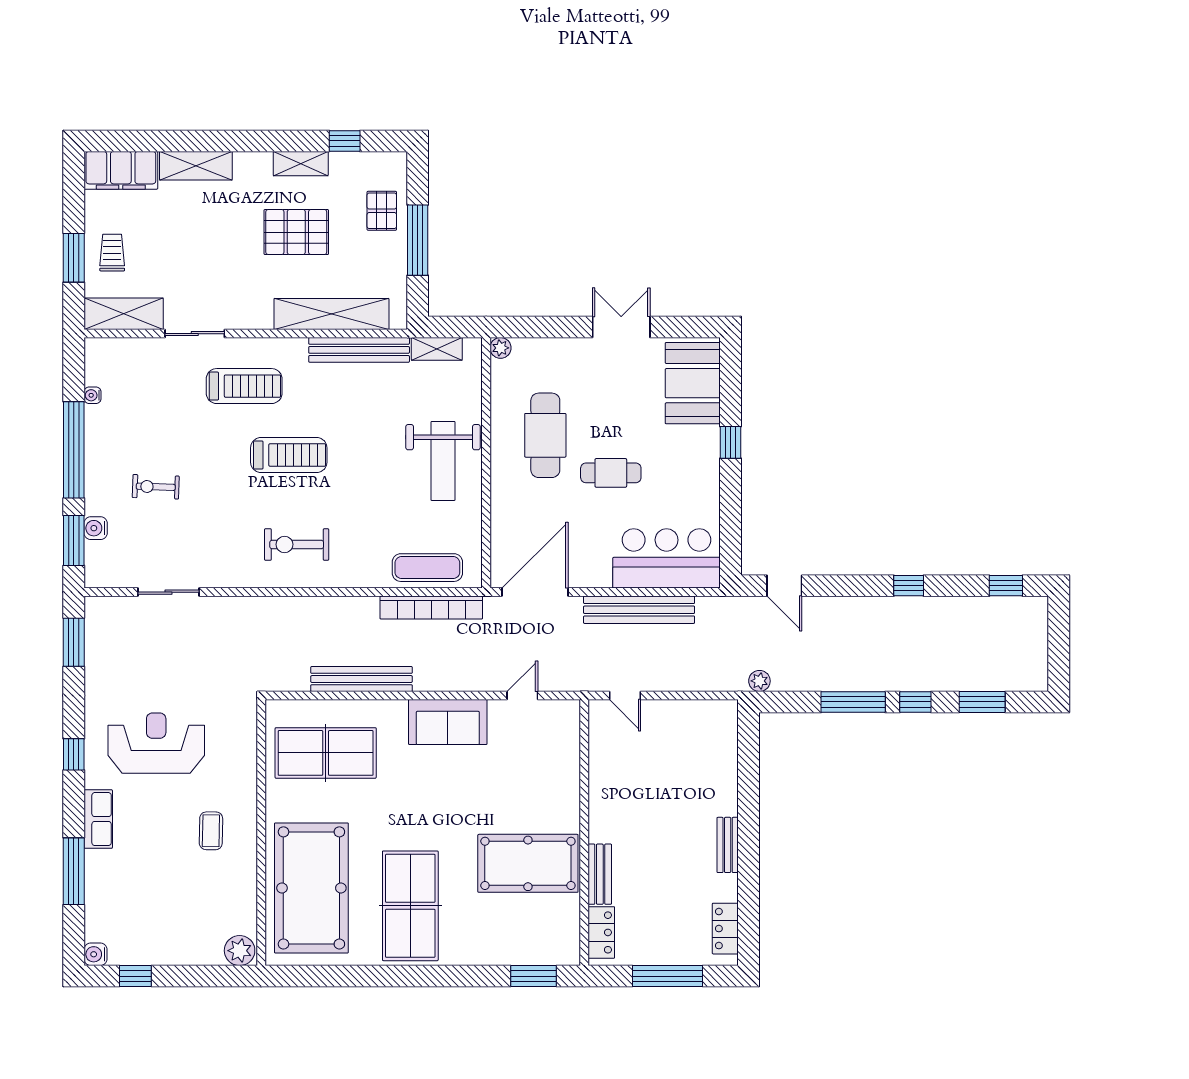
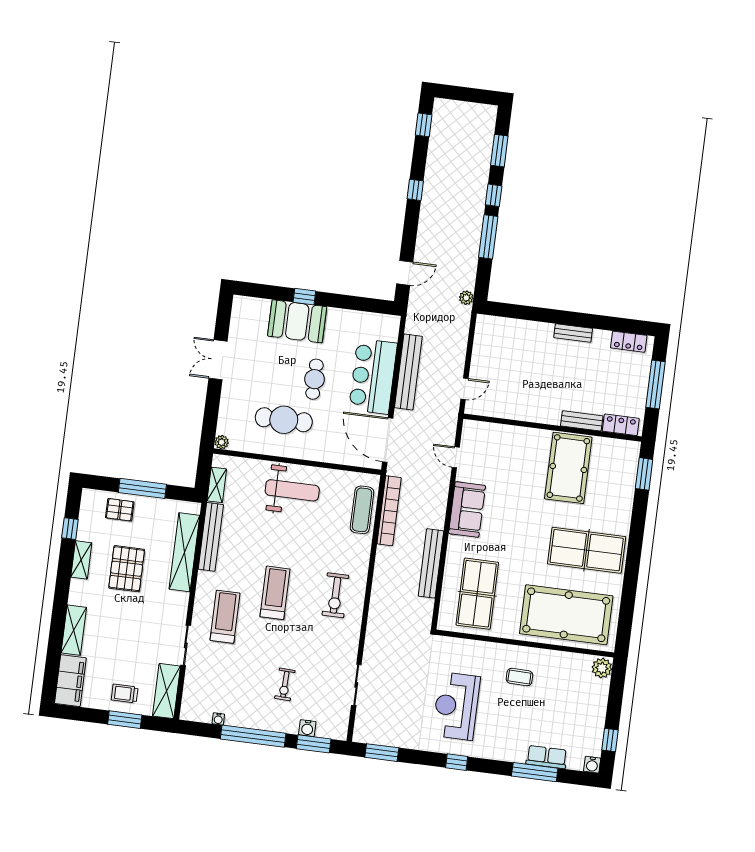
booth: (693, 383) -> (297, 321), moved
bar counter: (667, 558) -> (373, 376), moved
row of seats: (98, 819) -> (547, 757), moved

